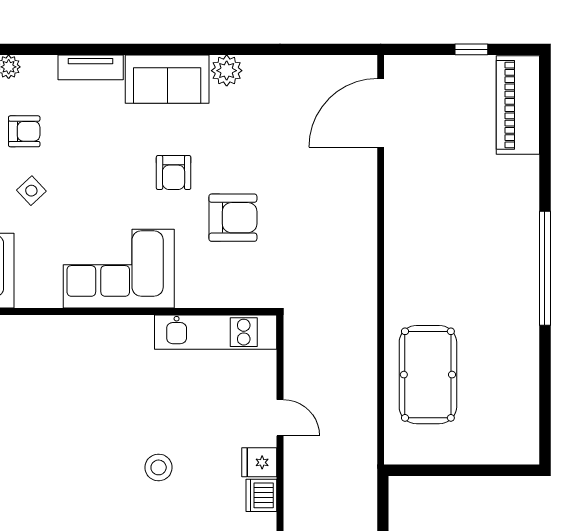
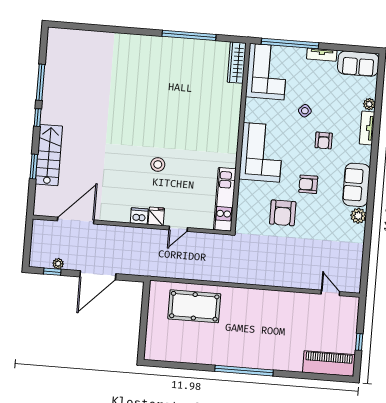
tv unit: (91, 67) -> (367, 128), moved
door: (381, 113) -> (330, 293), width x0.53
armchair: (24, 131) -> (324, 140), moved

